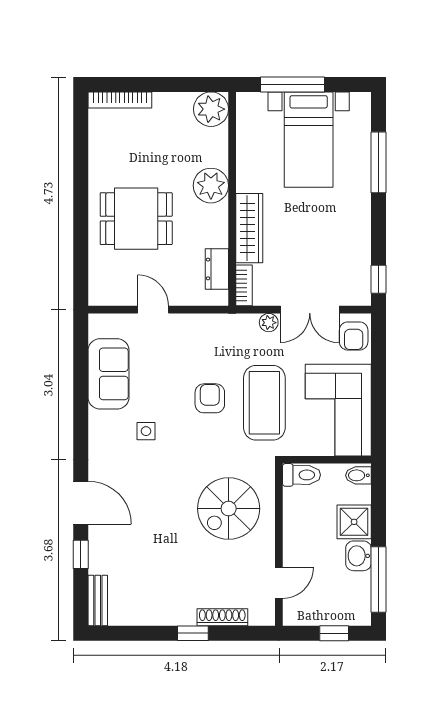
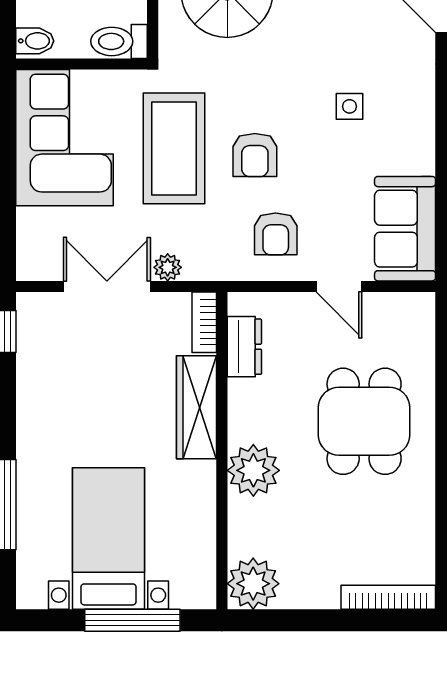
dining table: (136, 219) -> (364, 421), turned 90
armchair: (354, 336) -> (276, 234), moved, turned 180
sofa: (109, 374) -> (405, 229), moved

